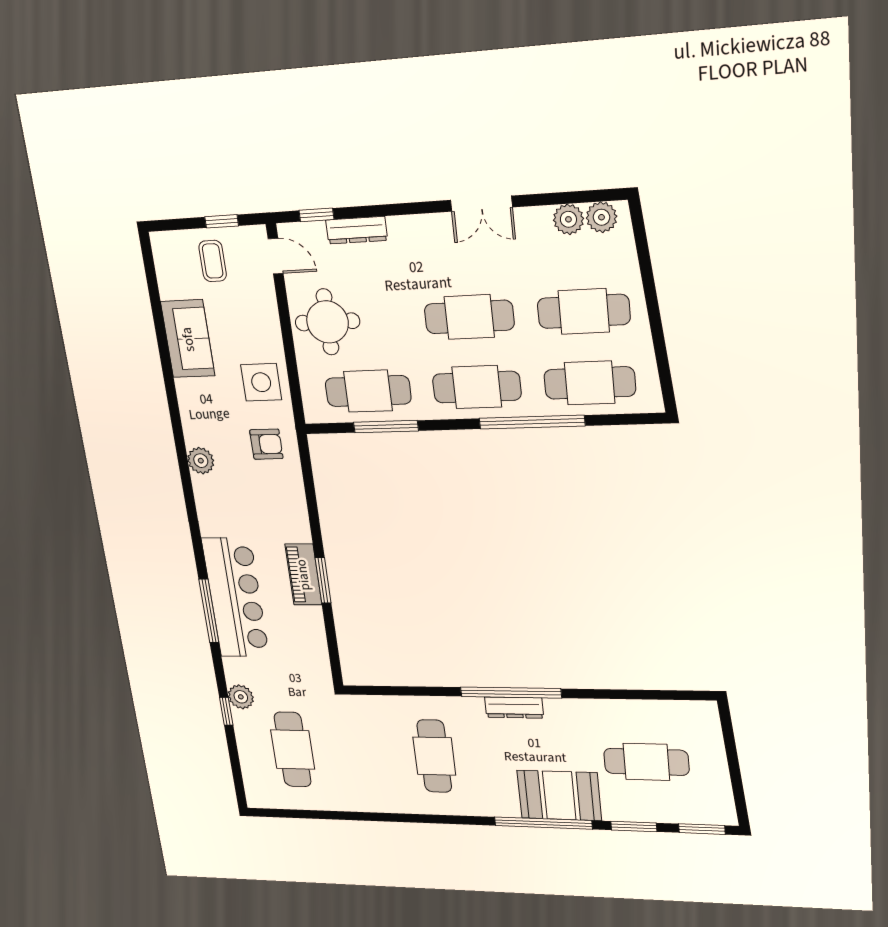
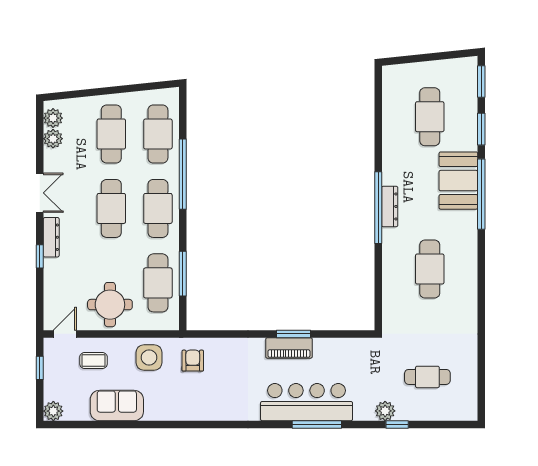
window: (316, 215) -> (40, 256), moved
dresser: (357, 230) -> (51, 237), moved
coffee table: (213, 261) -> (93, 360), moved
plant: (201, 461) -> (53, 411), moved
cafe table: (293, 750) -> (427, 377), width x0.73, depth x0.74
cafe table: (434, 756) -> (430, 269), turned 90

